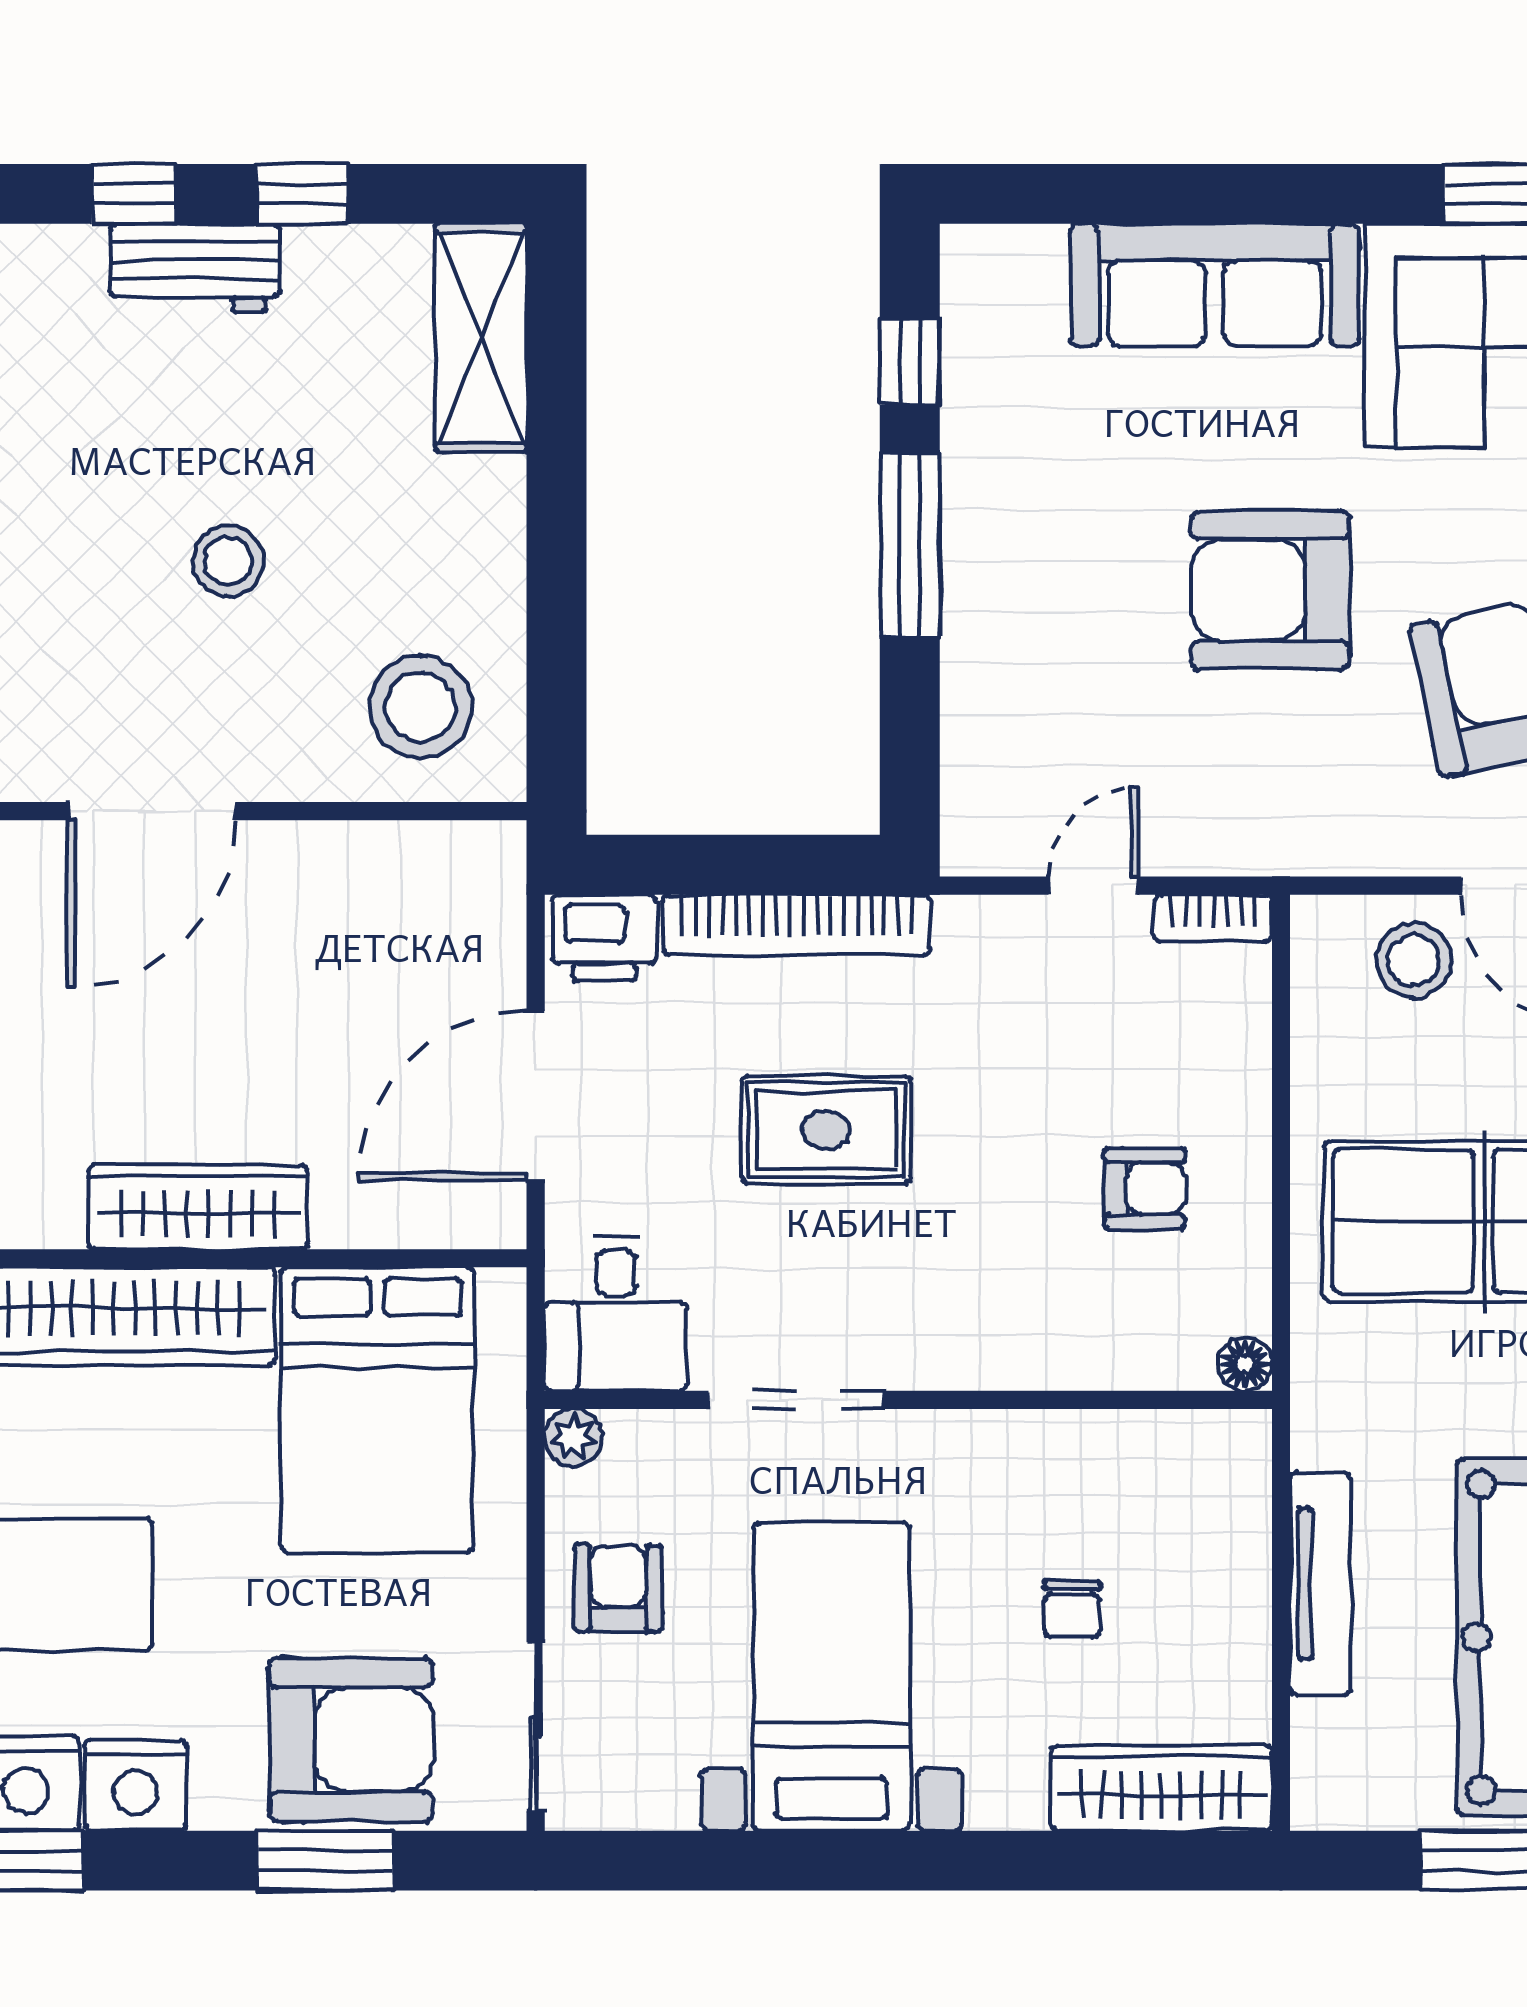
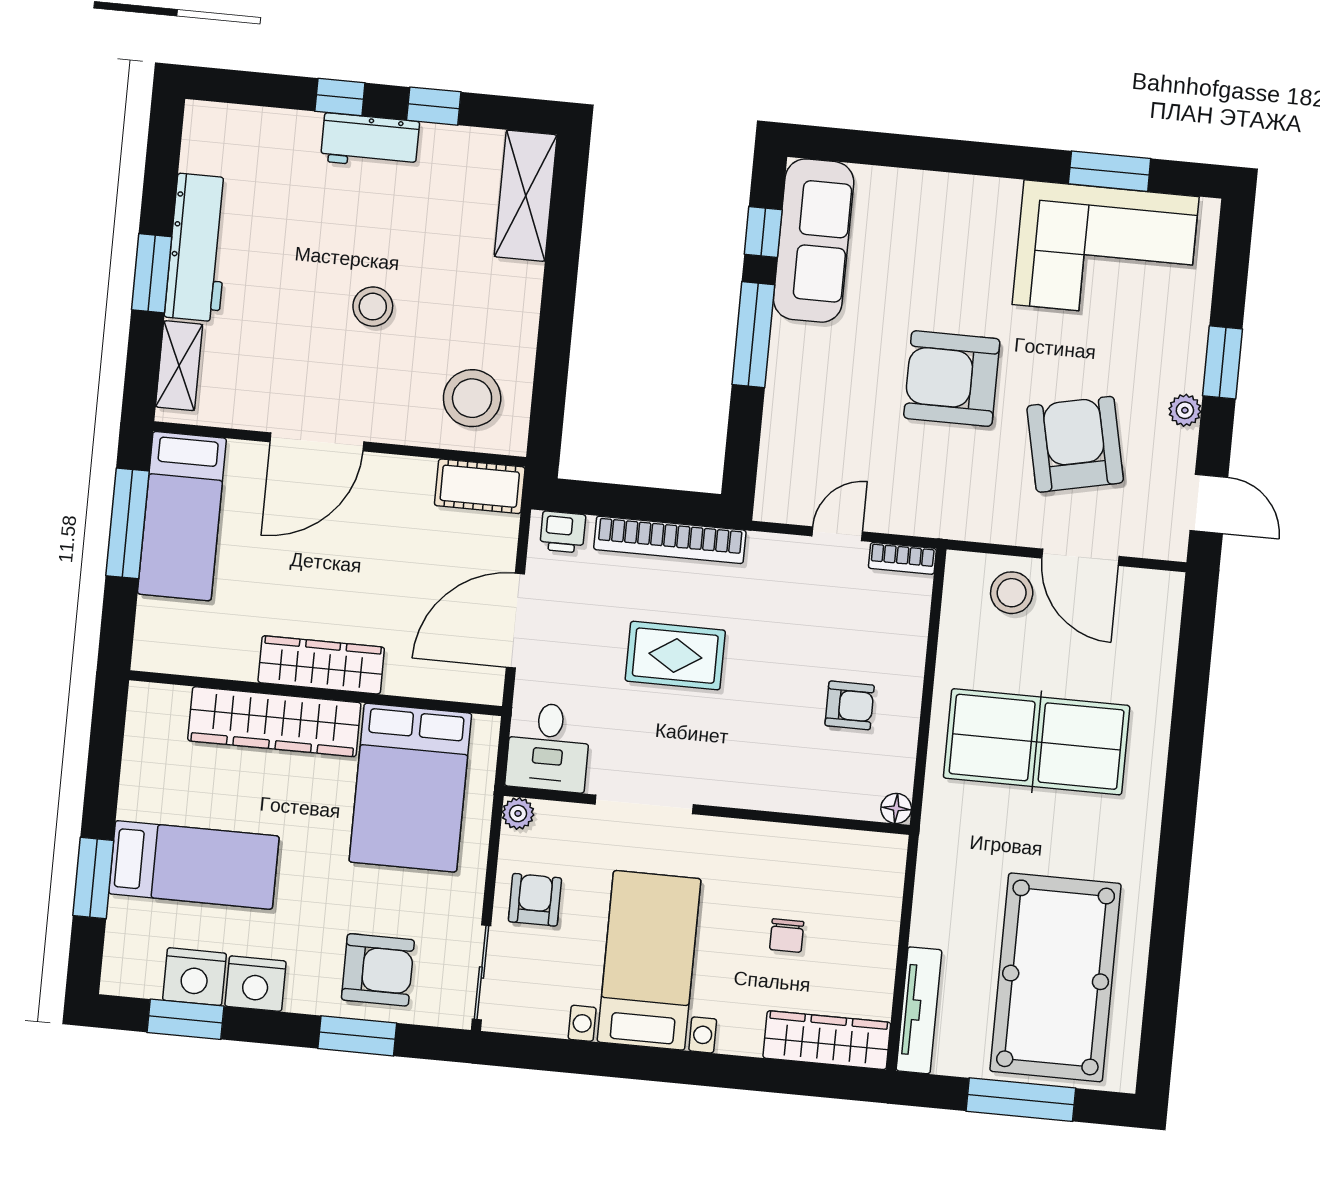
sofa: (1215, 285) -> (814, 241), moved, turned -90
cot: (449, 862) -> (480, 486), added
printer: (605, 938) -> (563, 532), width x0.73, depth x0.81
tv unit: (1320, 1584) -> (919, 1010), moved
armchair: (351, 1740) -> (378, 970), width x0.73, depth x0.73

